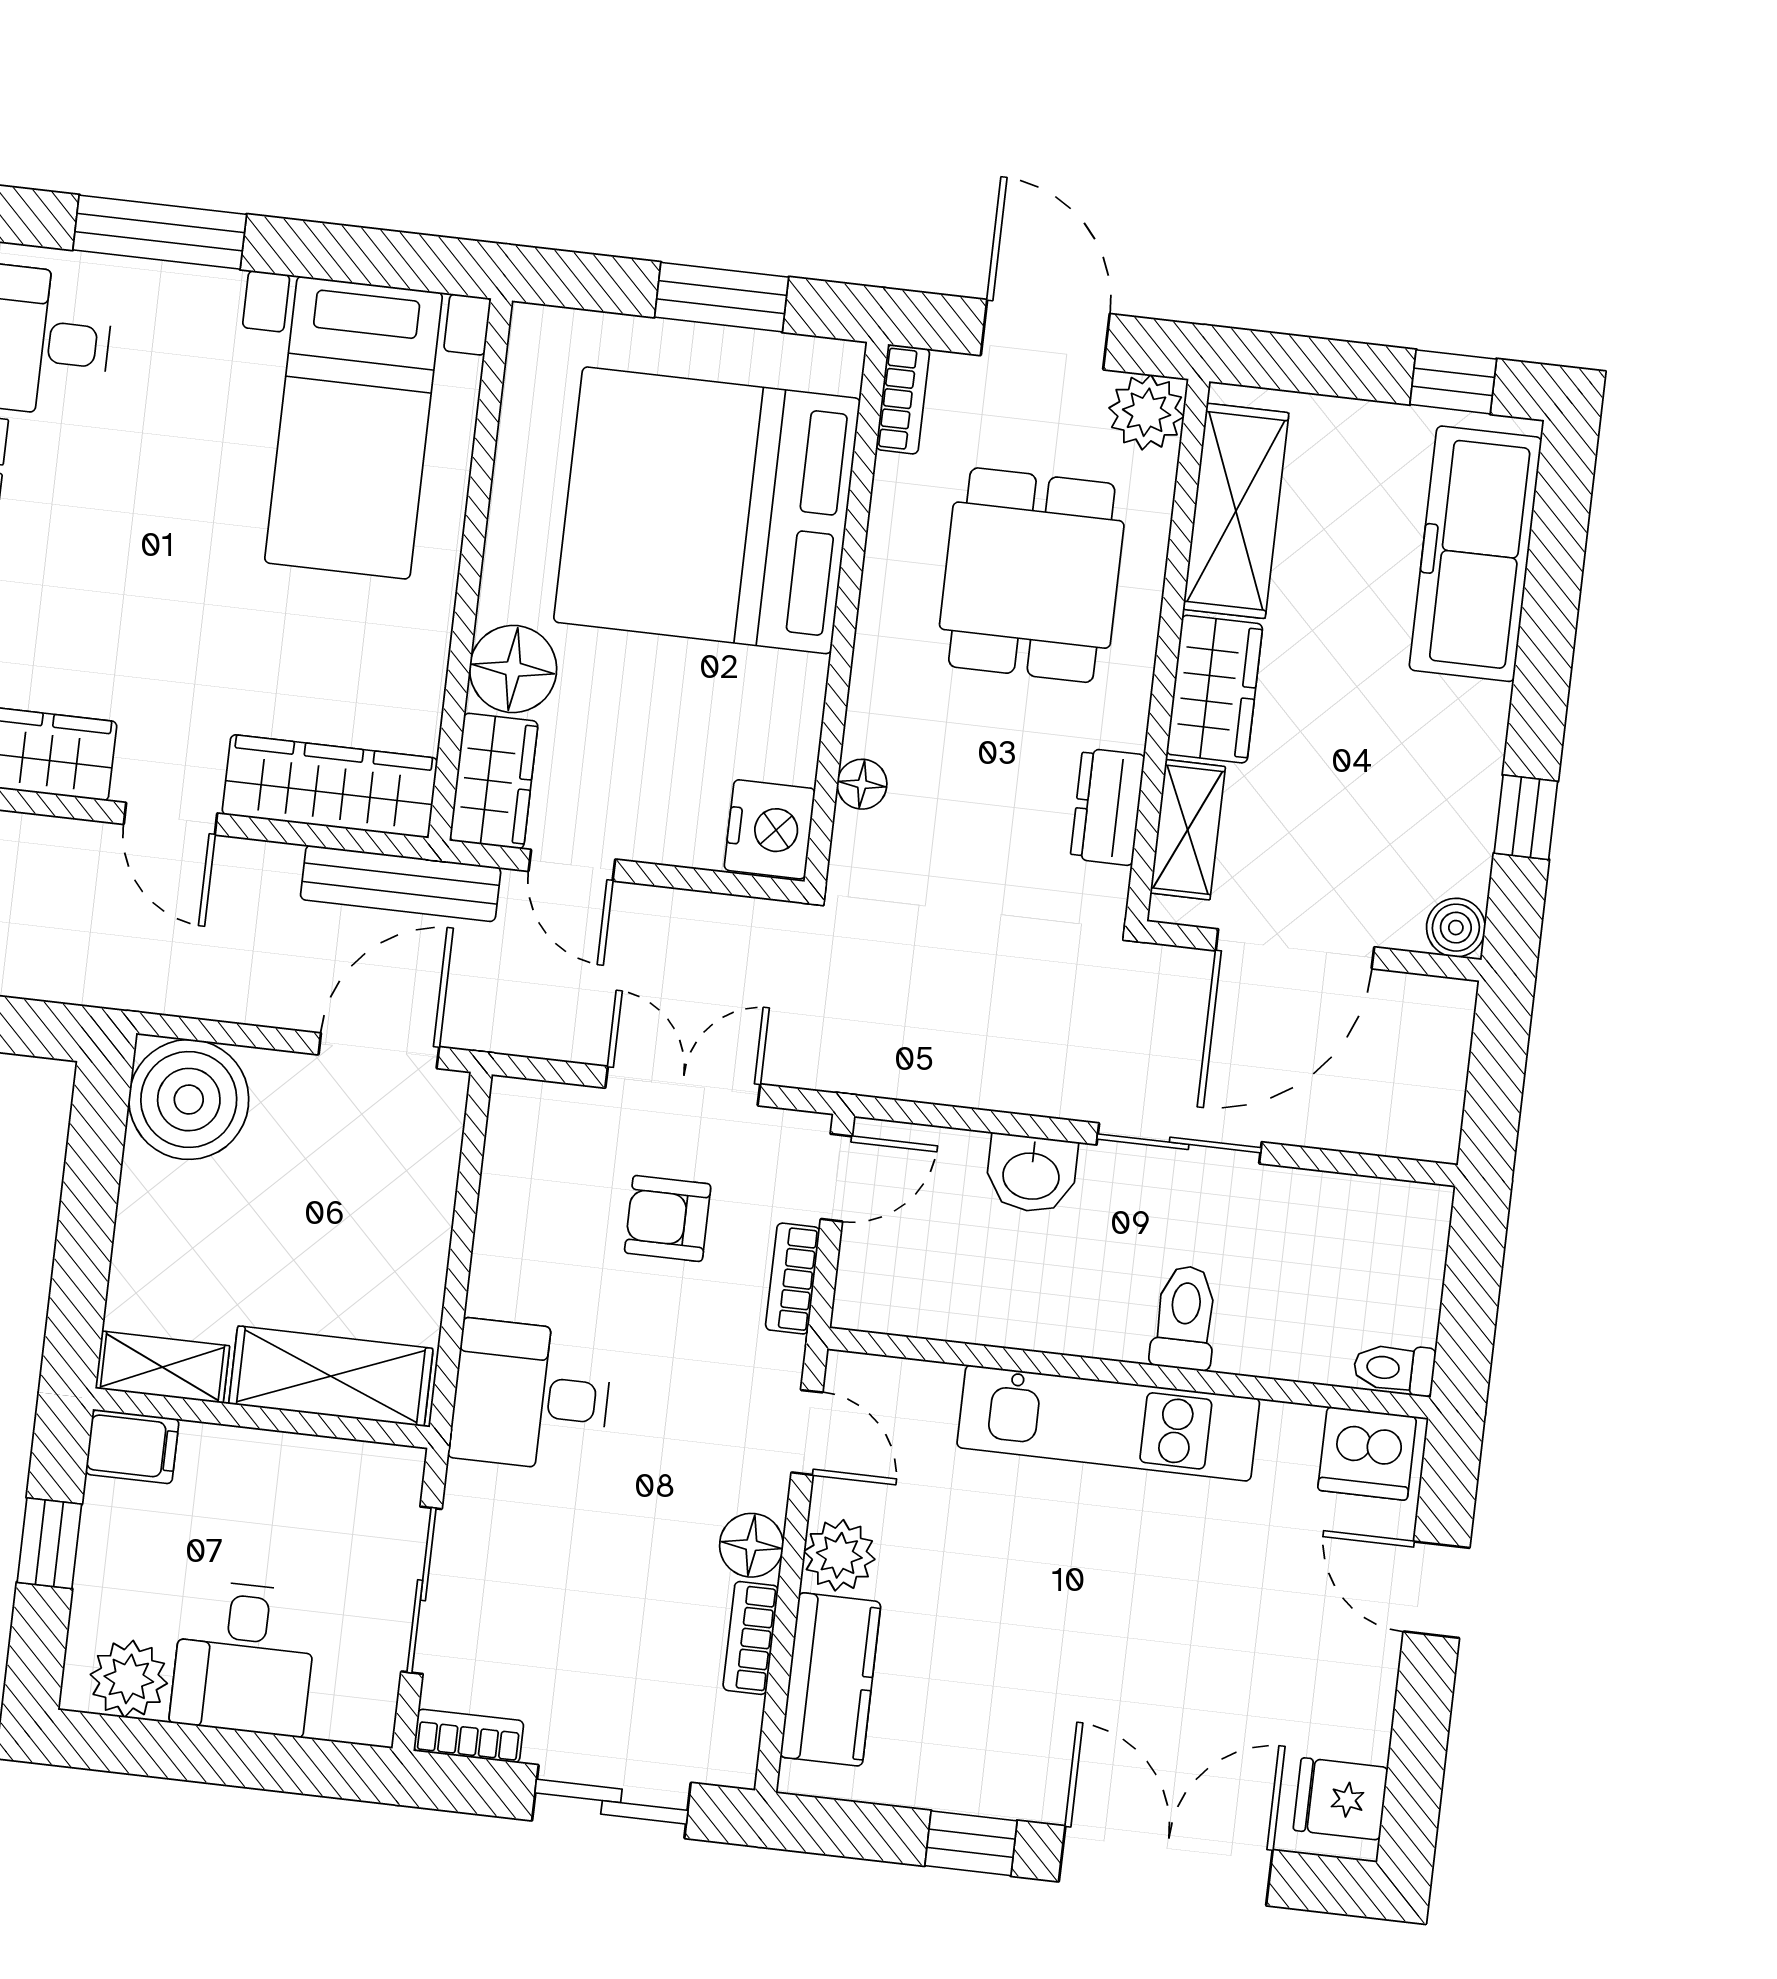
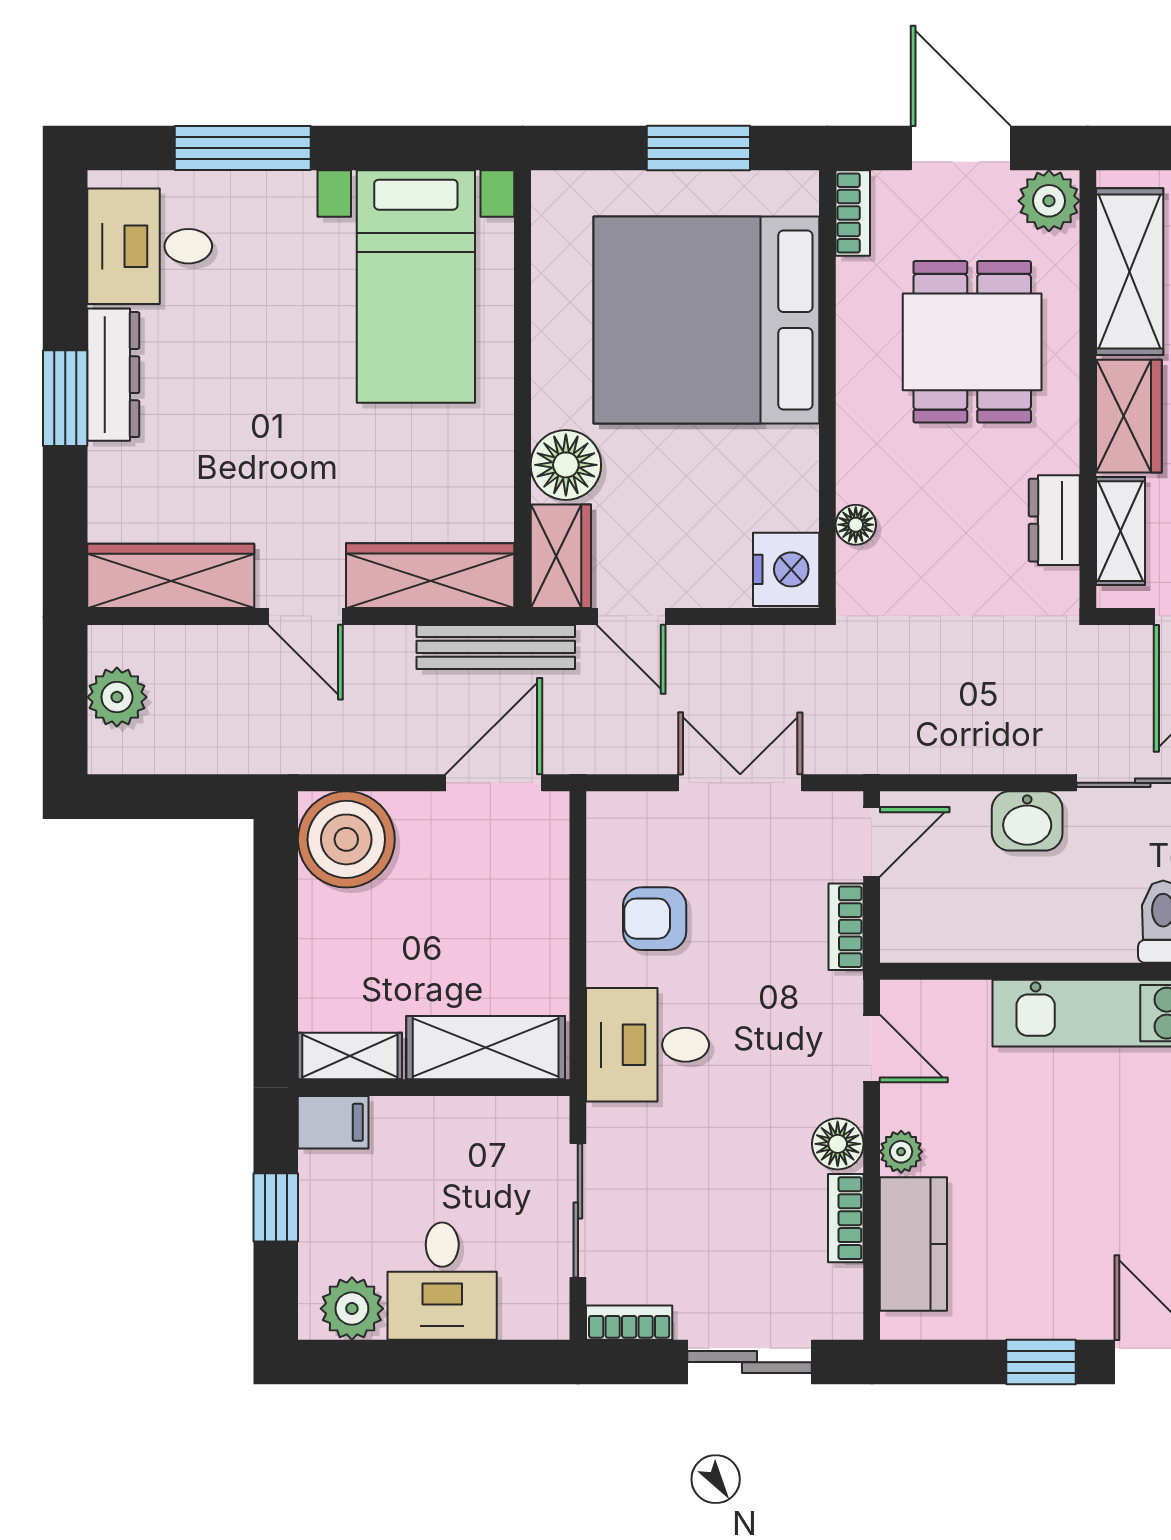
armchair: (668, 1218) -> (655, 919), moved
plant: (839, 1555) -> (901, 1152), width x0.73, depth x0.73

